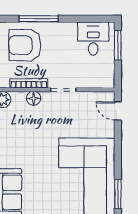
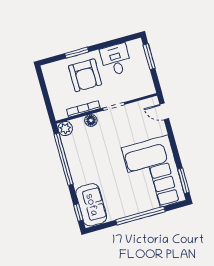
window: (39, 19) -> (77, 53), width x0.69
desk: (93, 39) -> (116, 60), moved
armchair: (25, 45) -> (85, 75), moved, turned -90

